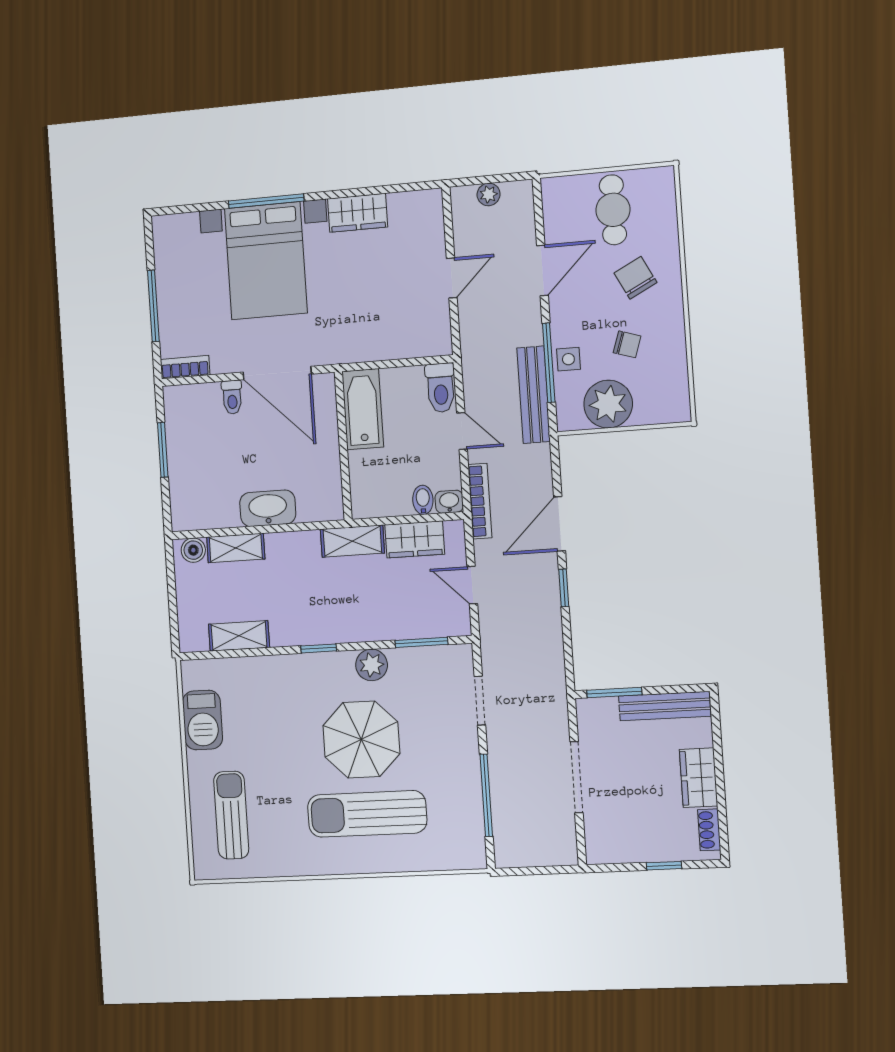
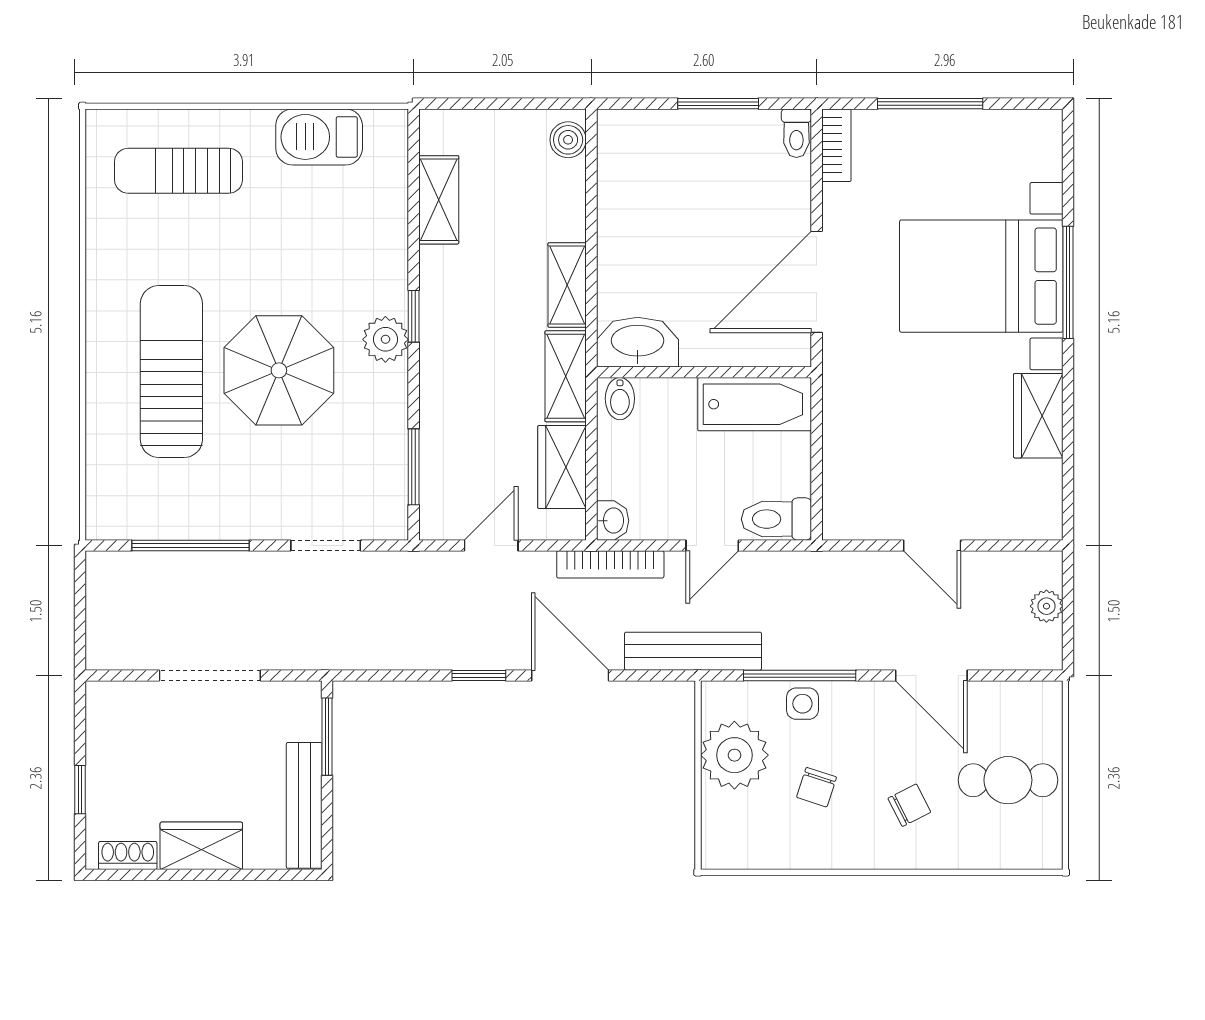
chair: (635, 278) -> (909, 805), width x0.73, depth x0.73
bench: (534, 395) -> (693, 651), moved
toilet: (232, 397) -> (796, 133), moved, turned -90
bidet: (423, 500) -> (620, 399), moved, turned 90
washbasin: (268, 508) -> (638, 342), moved, turned -90
shelving: (236, 548) -> (567, 285), moved
plant: (372, 665) -> (385, 339), moved
sun lounger: (231, 815) -> (178, 171), turned 180

